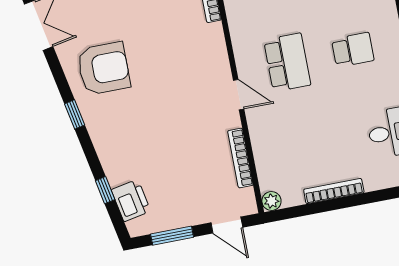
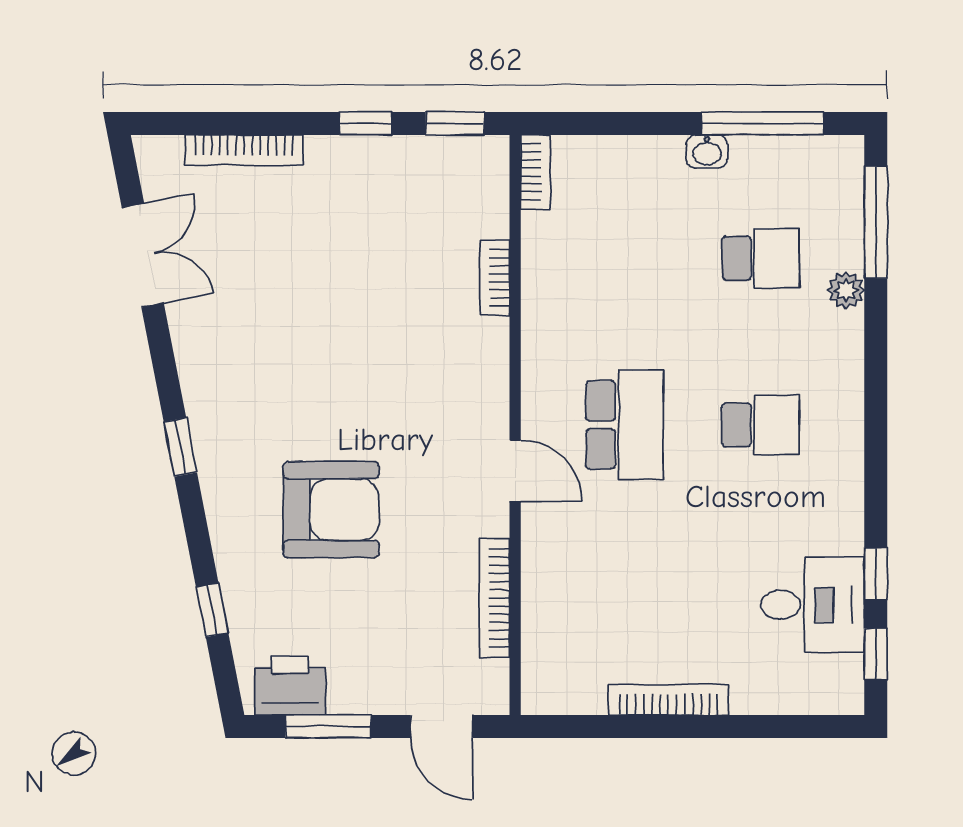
armchair: (104, 68) -> (331, 510), moved
printer: (131, 200) -> (290, 686), moved, turned -79
plant: (271, 201) -> (540, 696), removed

